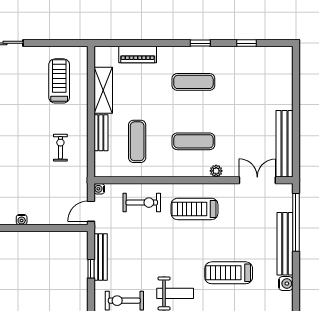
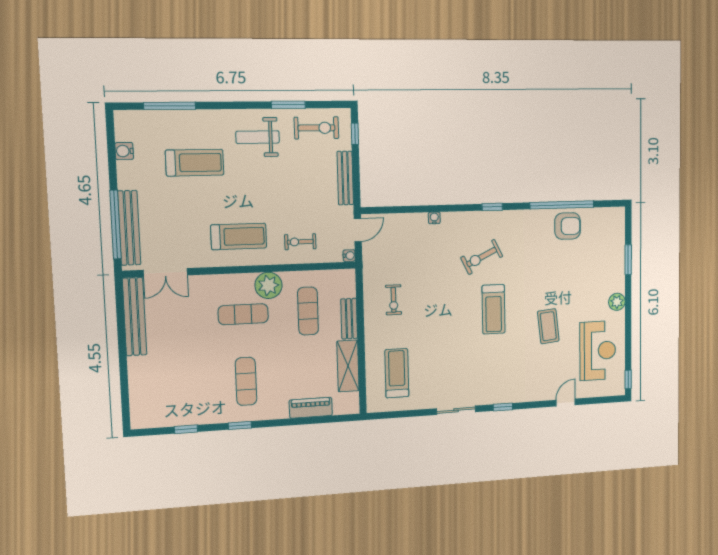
treadmill: (59, 81) -> (397, 373), turned 180
exercise mat: (193, 82) -> (246, 381), turned 90
plant: (216, 171) -> (268, 285), moved, width x1.87, depth x1.87
exercise bike: (142, 203) -> (300, 242), width x0.73, depth x0.72
bench: (285, 244) -> (129, 228), moved
window: (91, 269) -> (355, 134), moved

